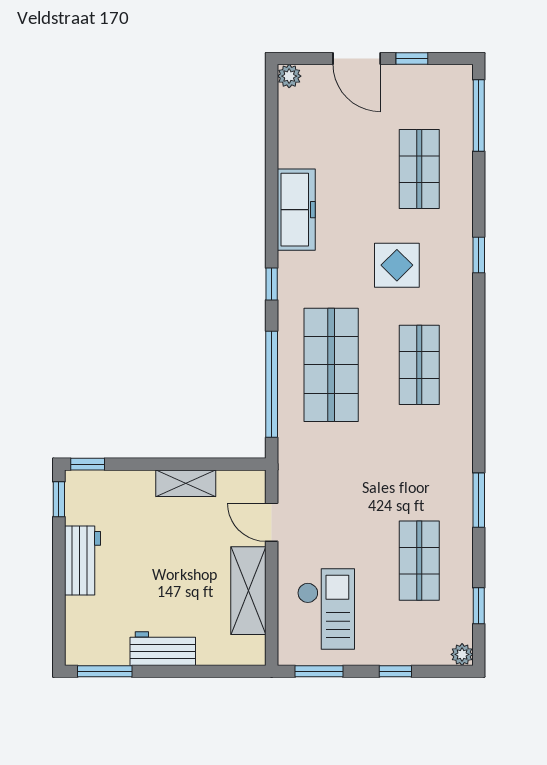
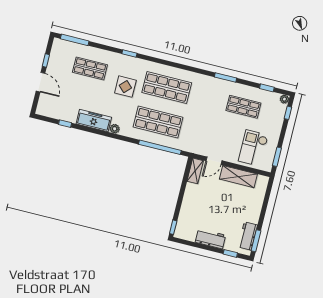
door: (357, 59) -> (40, 82), hinge flipped
plant: (289, 76) -> (115, 129), moved
window: (272, 284) -> (65, 124), moved
shop shelf: (419, 365) -> (167, 88), width x1.43, depth x1.36
shelving: (186, 483) -> (195, 171), moved
window: (59, 499) -> (230, 253), moved
checkout: (326, 609) -> (253, 148), turned -90
workbench: (163, 649) -> (248, 236), moved
window: (395, 671) -> (288, 113), moved

